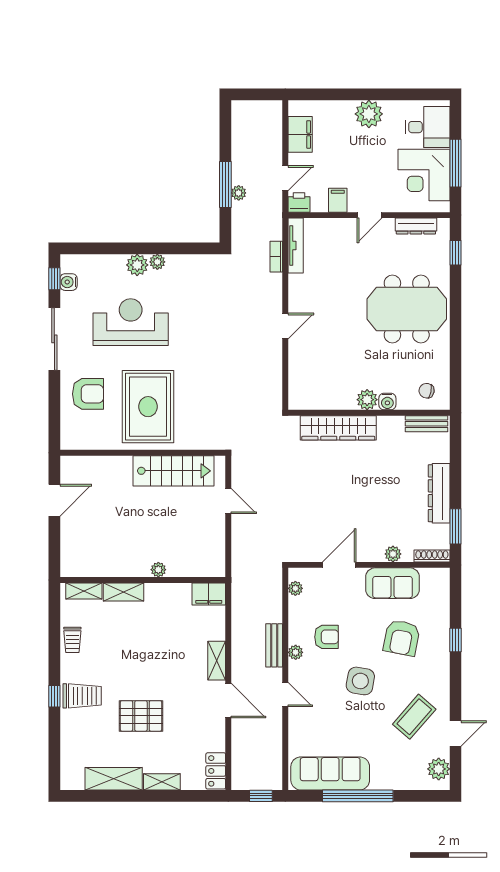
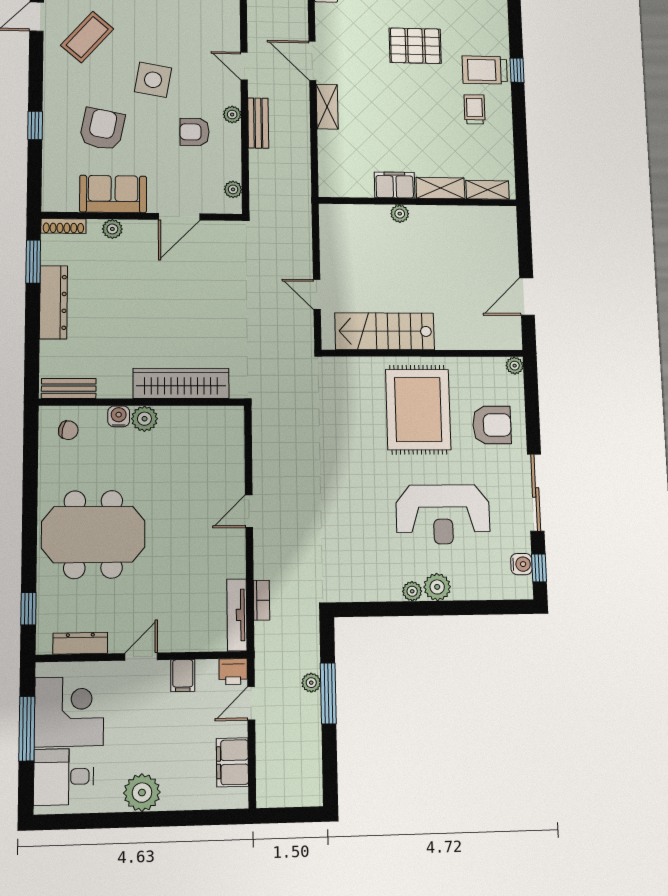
armchair: (88, 394) -> (492, 425), turned 180
plant: (67, 443) -> (515, 366), added
filing cabinet: (209, 594) -> (395, 185), moved
trolley: (72, 640) -> (475, 109), moved

